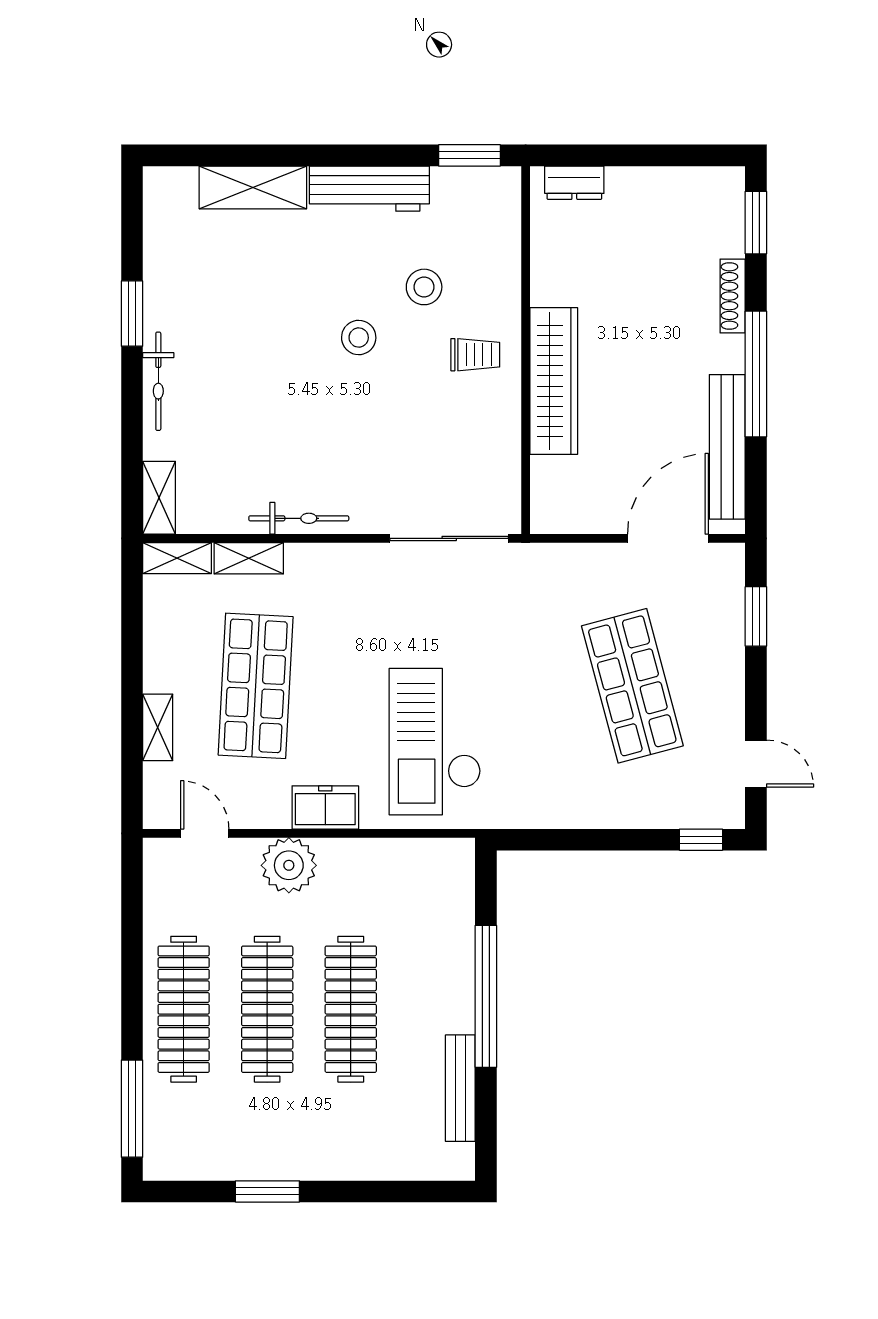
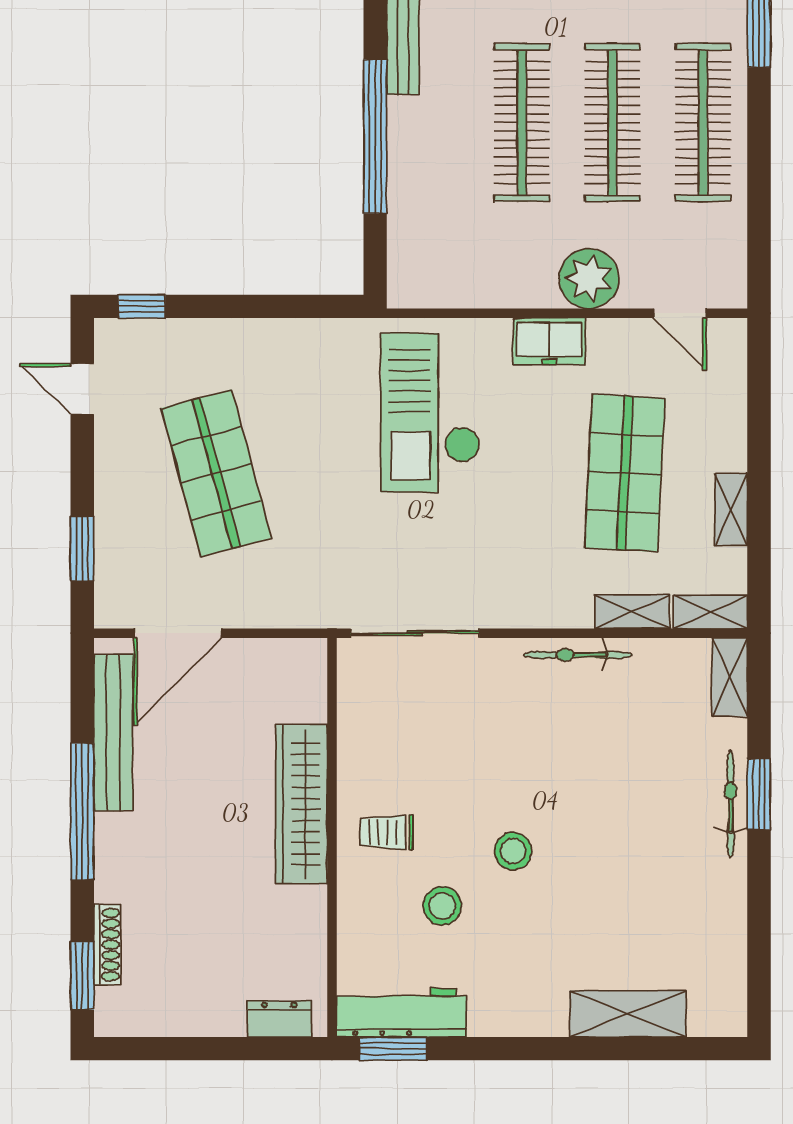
workbench: (369, 189) -> (402, 1013), moved
shoe rack: (733, 296) -> (107, 945), moved
window: (132, 314) -> (759, 794), moved
shelving: (158, 727) -> (731, 510), moved
checkout: (435, 742) -> (430, 413), turned 180

